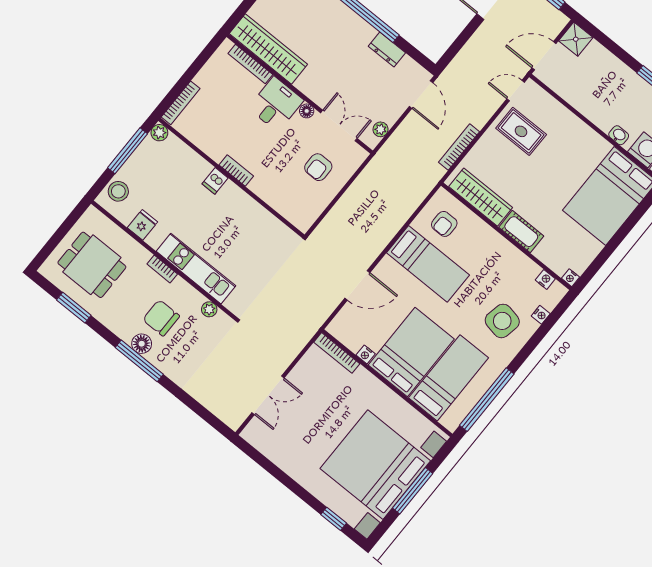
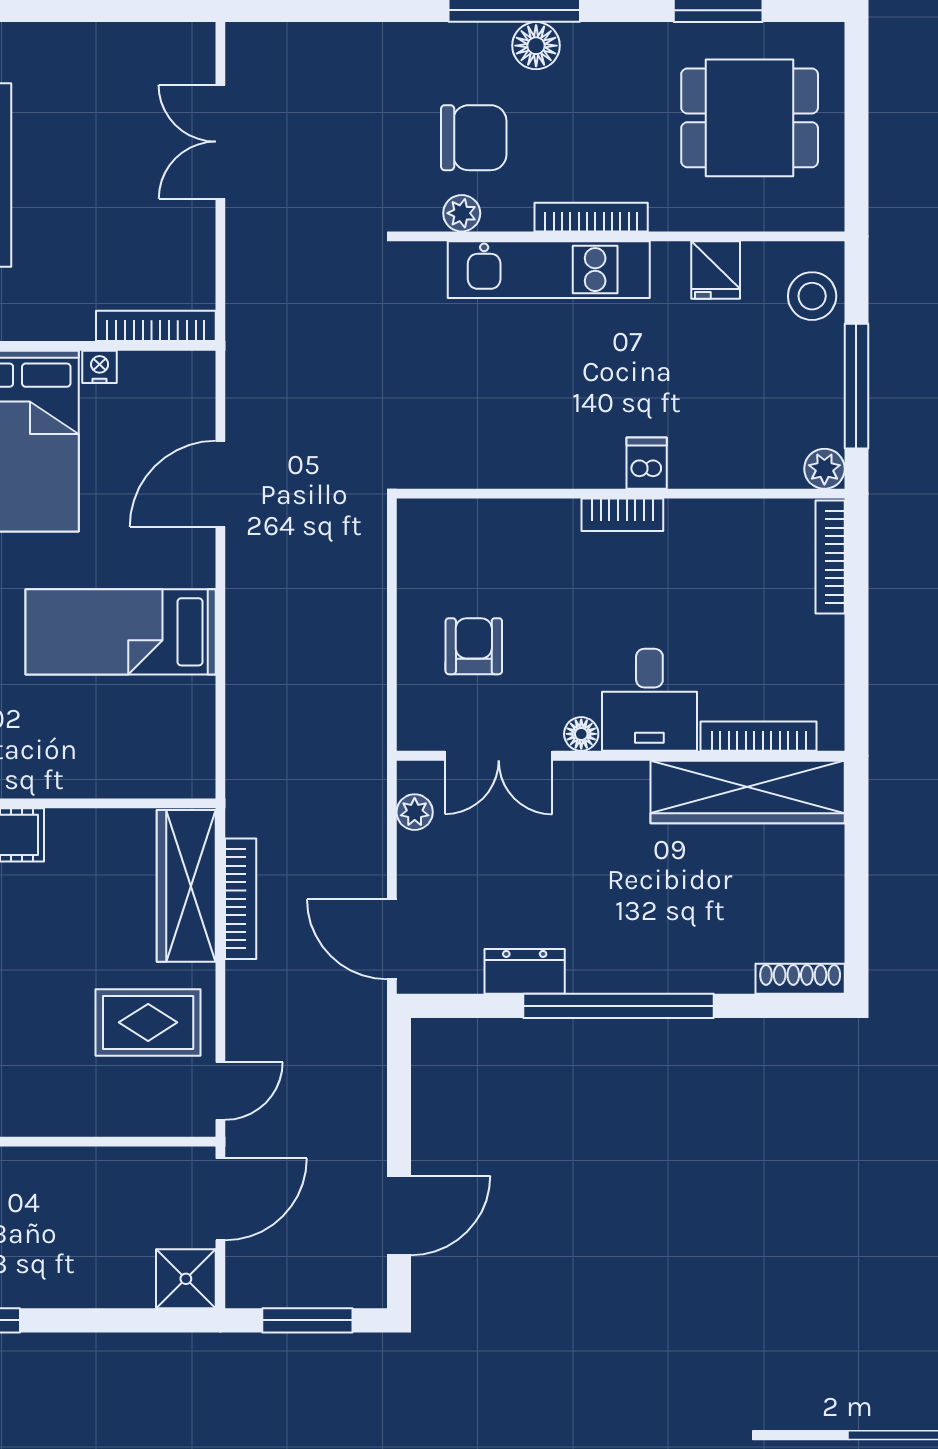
wardrobe: (481, 197) -> (186, 886), moved, turned 90
armchair: (444, 224) -> (151, 732), removed
bookcase: (162, 269) -> (591, 217), width x1.56
chair: (161, 318) -> (474, 138), moved

